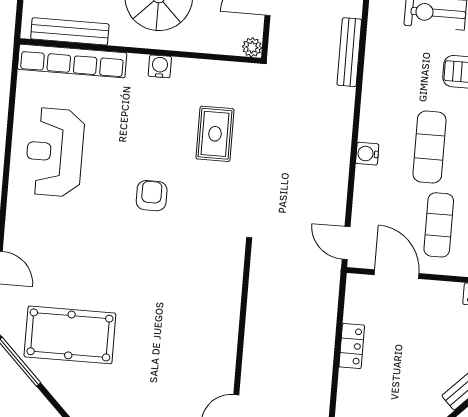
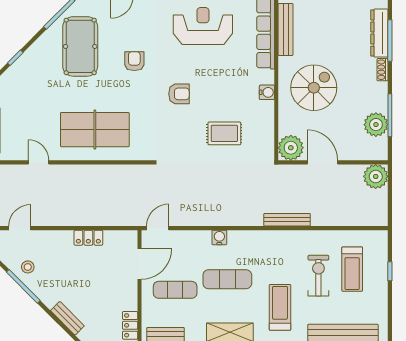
plant: (252, 47) -> (291, 148), width x1.87, depth x1.87
armchair: (98, 257) -> (134, 61), added
table tennis table: (194, 323) -> (95, 130), added

